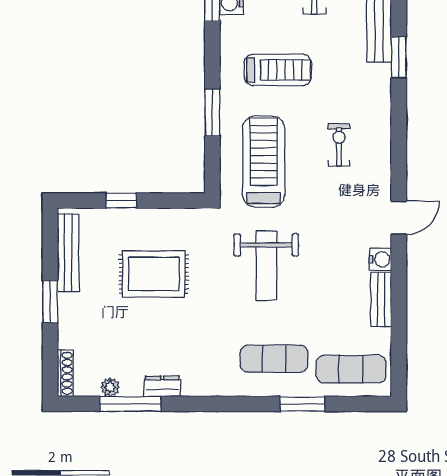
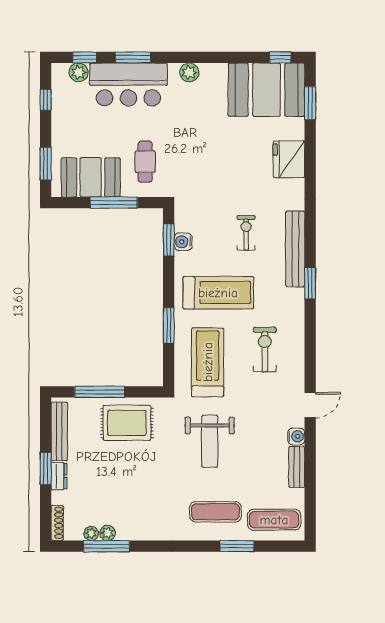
treadmill: (278, 70) -> (218, 293), width x1.37, depth x1.38
exercise bike: (339, 145) -> (265, 350), width x1.38, depth x1.39
window: (121, 201) -> (100, 392), width x2.17
rug: (154, 274) -> (127, 423), moved
plant: (132, 386) -> (108, 533), added
dresser: (162, 386) -> (59, 476), moved, turned 90

